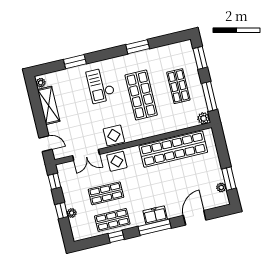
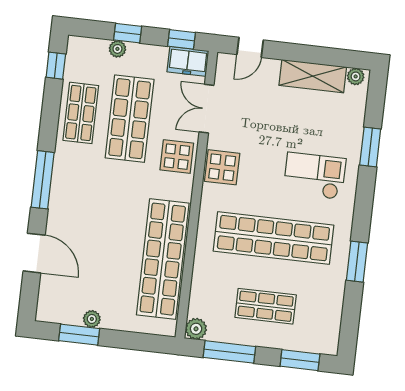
shop shelf: (141, 95) -> (273, 238), width x1.40
plant: (221, 187) -> (92, 319), moved
shop shelf: (106, 193) -> (130, 119), width x1.43, depth x1.36
freezer: (155, 215) -> (188, 61), moved, turned 90
window: (116, 236) -> (56, 66), moved

